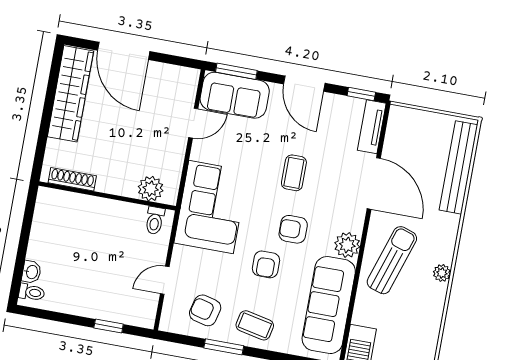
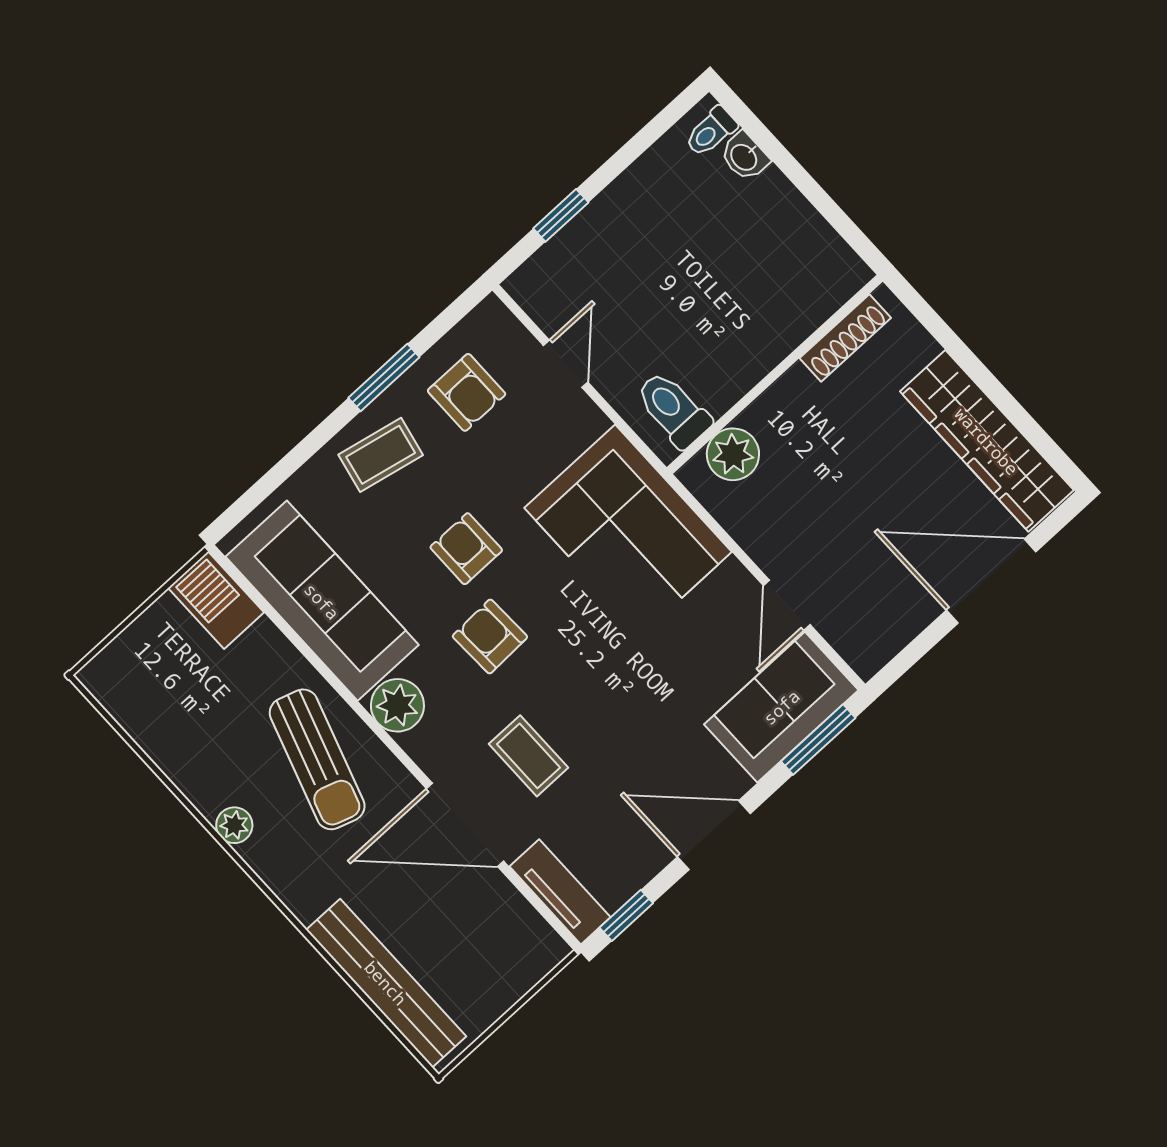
coffee table: (294, 173) -> (529, 756), moved
toilet: (155, 220) -> (673, 409), width x1.37, depth x1.39
armchair: (293, 229) -> (490, 637), turned -92
armchair: (205, 310) -> (467, 392), turned 76

